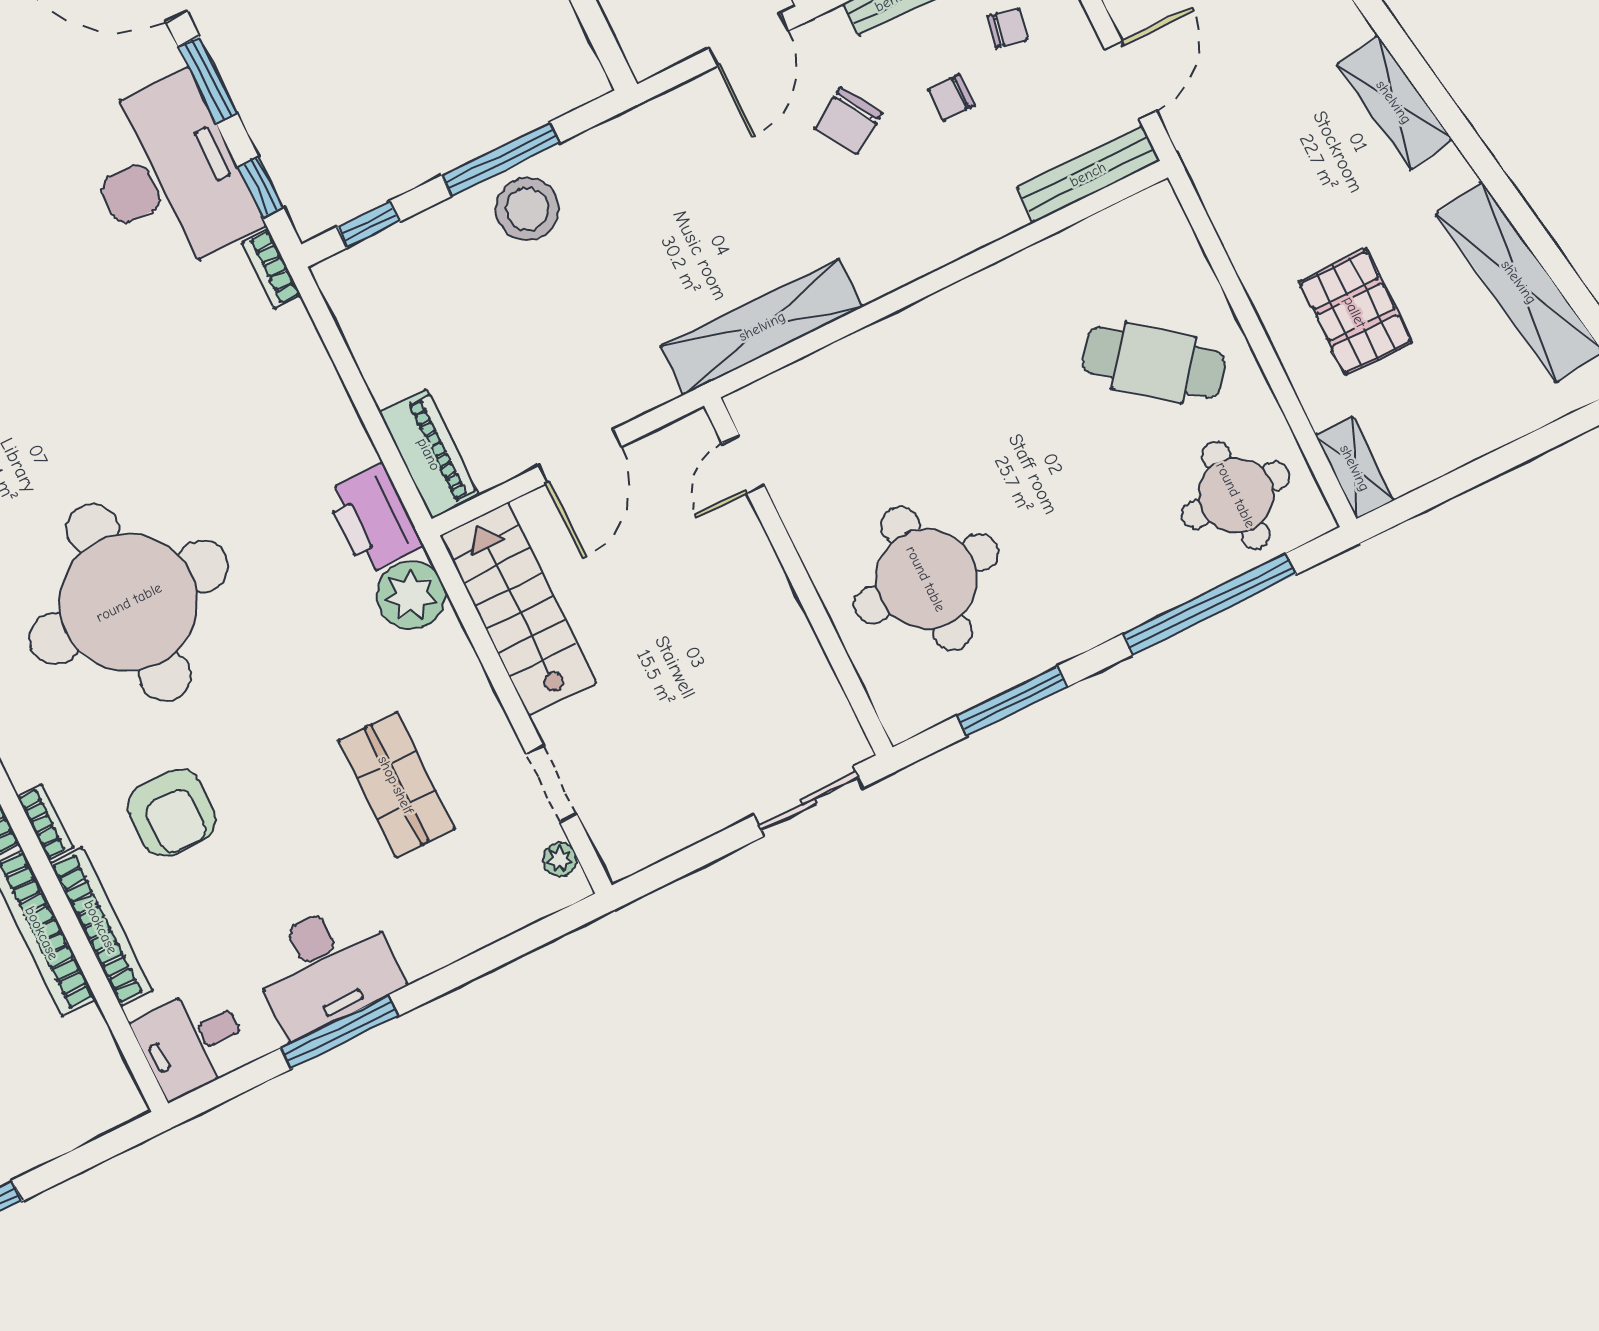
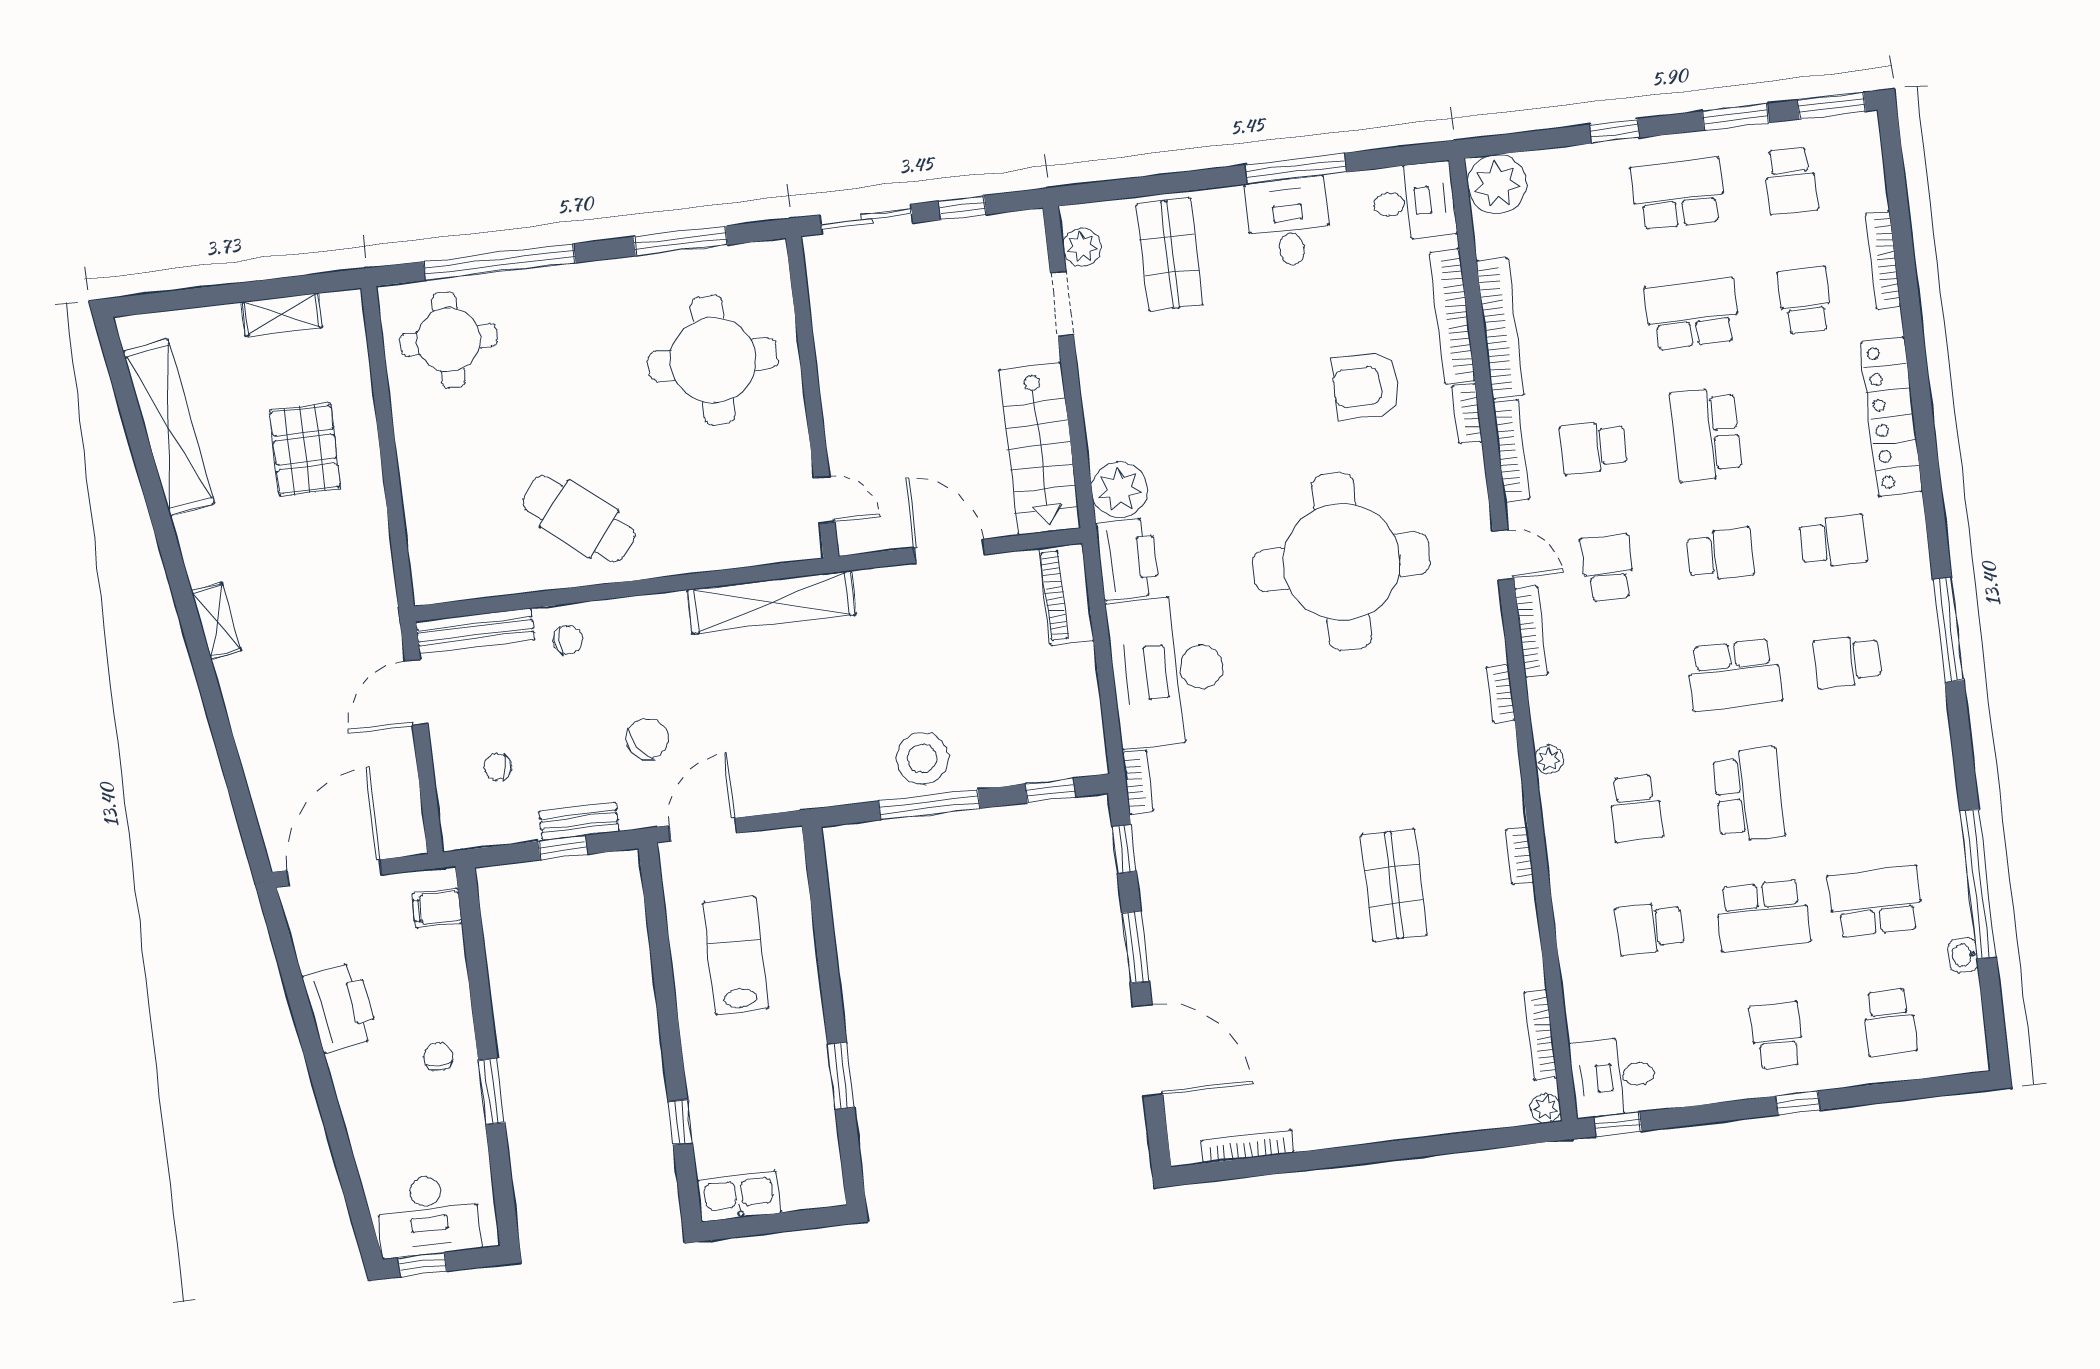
chair: (951, 98) -> (568, 640), moved
shelving: (1394, 102) -> (216, 621), width x0.67, depth x0.75
desk: (168, 176) -> (1168, 671), moved
cafe table: (1154, 362) -> (579, 519), moved
door: (580, 456) -> (949, 551), hinge flipped
door: (743, 464) -> (824, 500), hinge flipped
shelving: (1355, 468) -> (282, 315), moved, turned 90
shop shelf: (396, 785) -> (1170, 255), moved
armchair: (172, 813) -> (1366, 386), turned -90
window: (704, 853) -> (962, 208), added
plant: (560, 859) -> (1082, 247), width x1.38, depth x1.38
desk: (326, 968) -> (1289, 222), width x0.73
plant: (104, 1096) -> (1497, 184), added

